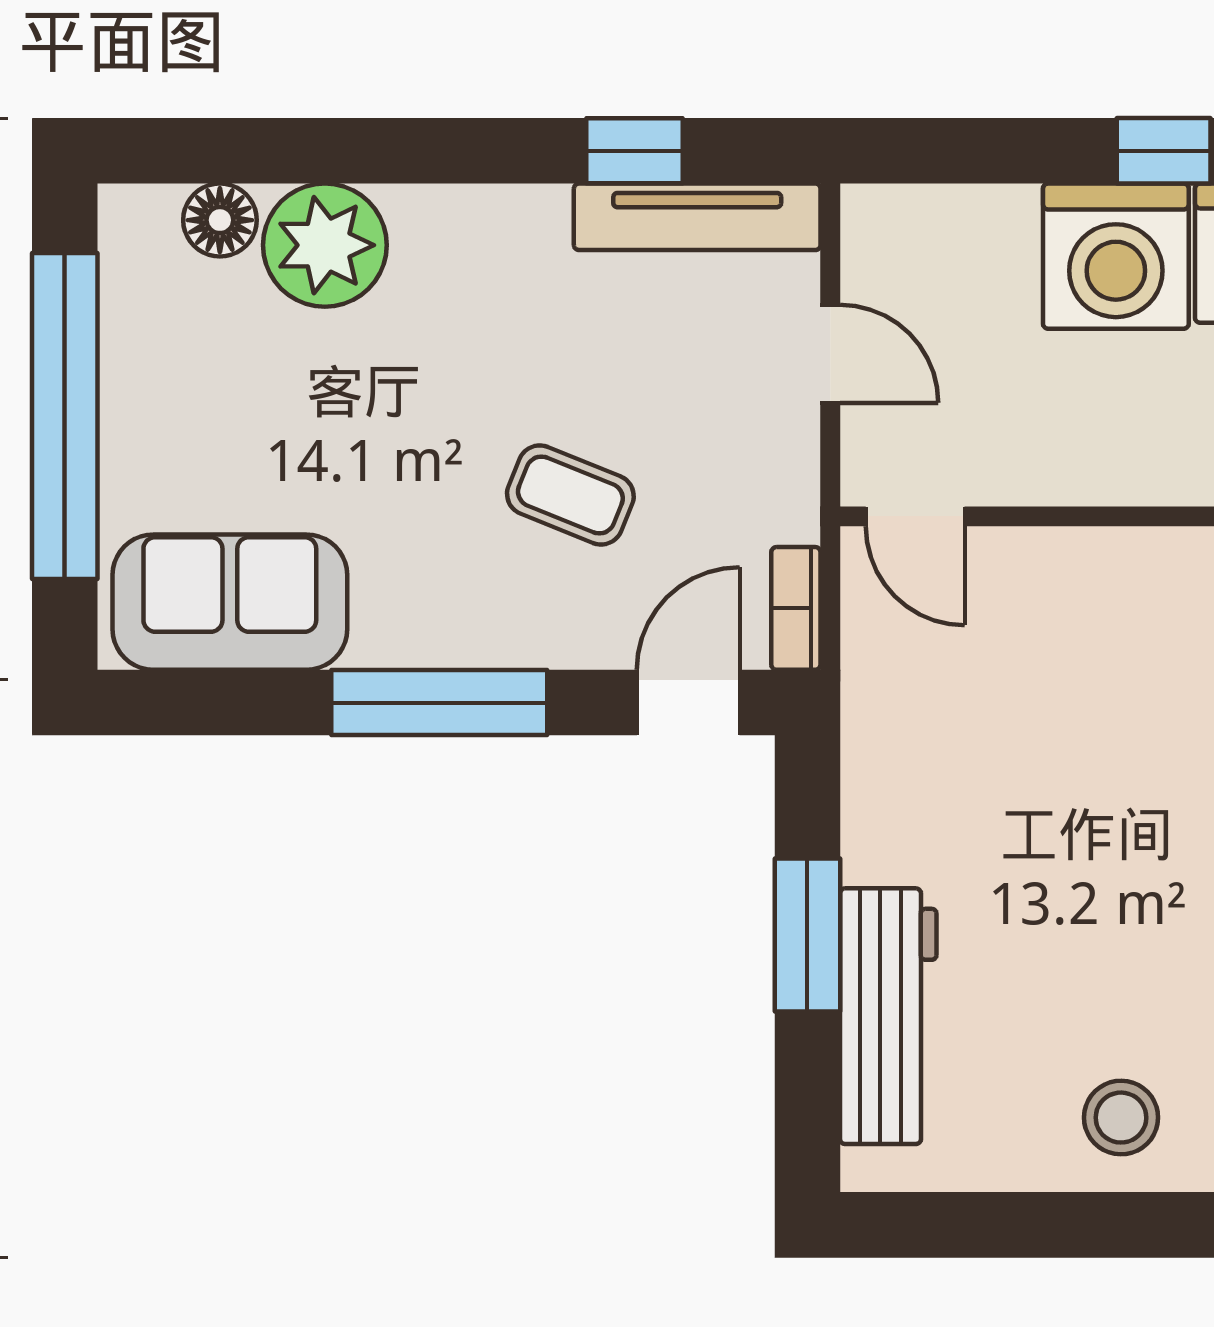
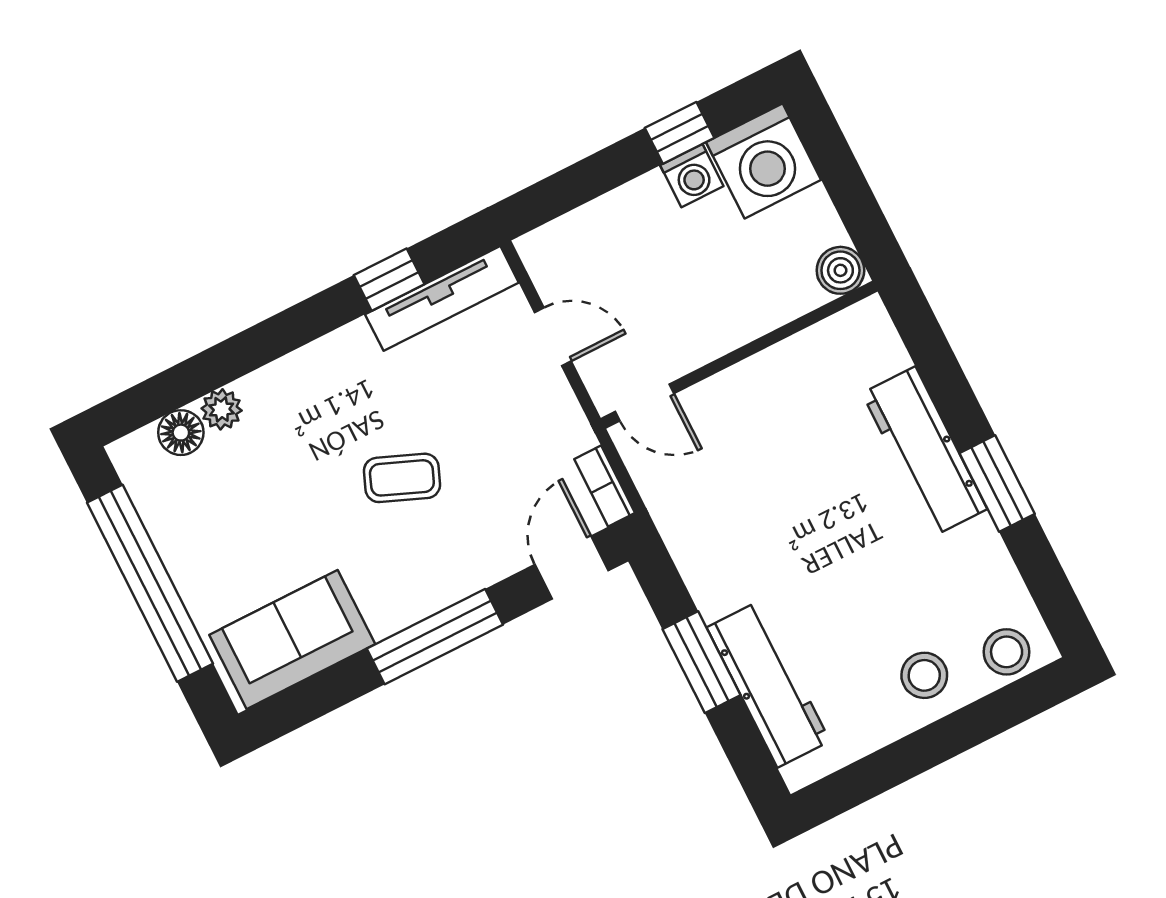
plant: (325, 245) -> (222, 409), width x0.53, depth x0.53
washing machine: (1116, 256) -> (692, 176), width x0.53, depth x0.53
coffee table: (570, 495) -> (402, 478), moved

